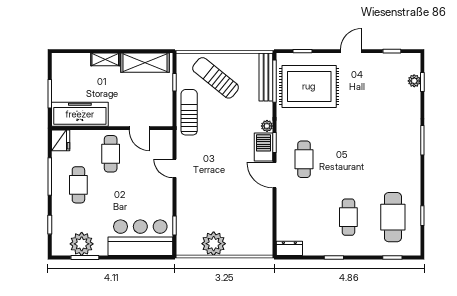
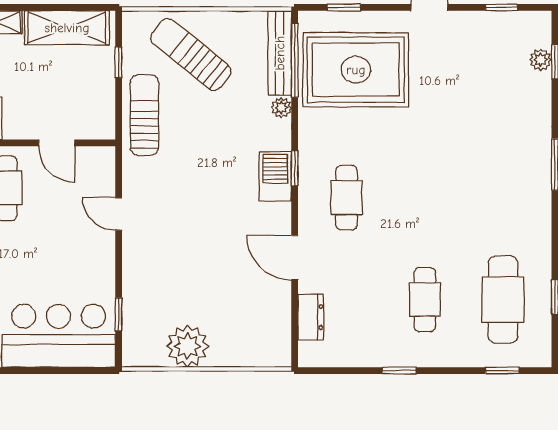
plant: (267, 126) -> (281, 108), moved
door: (275, 175) -> (295, 258), moved
dresser: (289, 248) -> (311, 317), moved, turned 90

